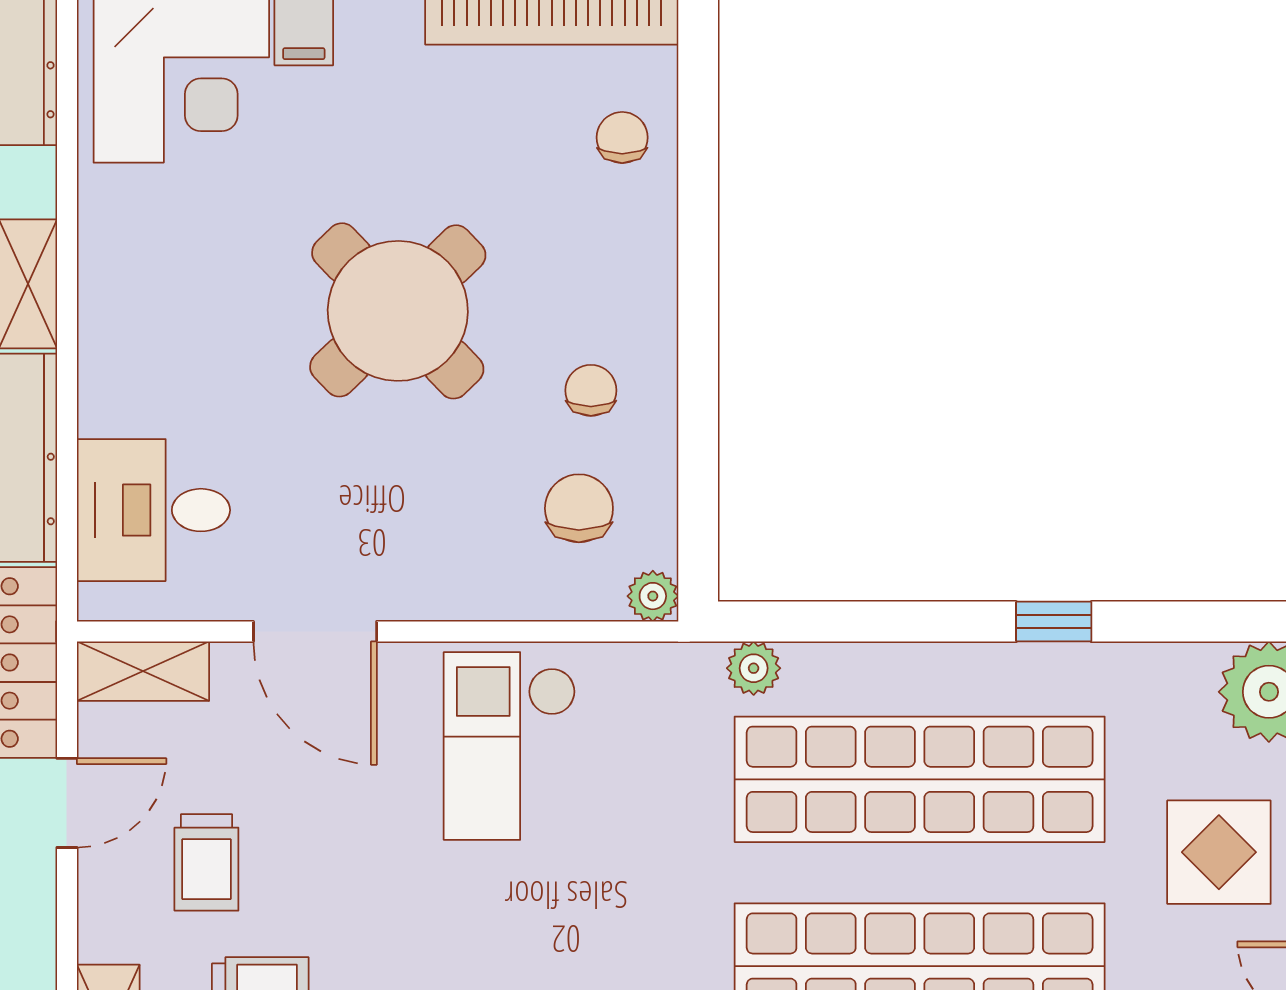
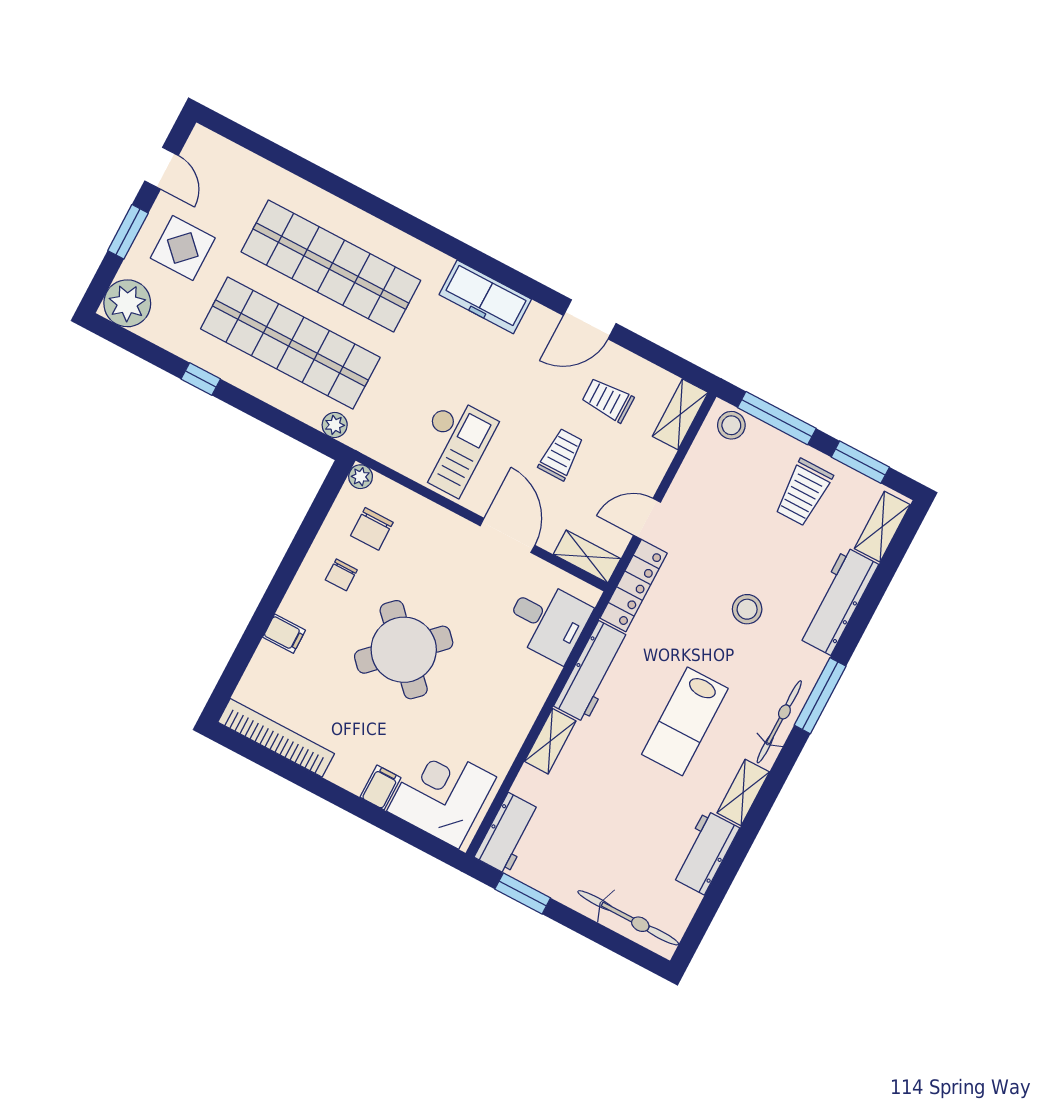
chair: (622, 137) -> (273, 672), removed
filing cabinet: (641, 222) -> (284, 634), added
trolley: (206, 862) -> (561, 454), moved

